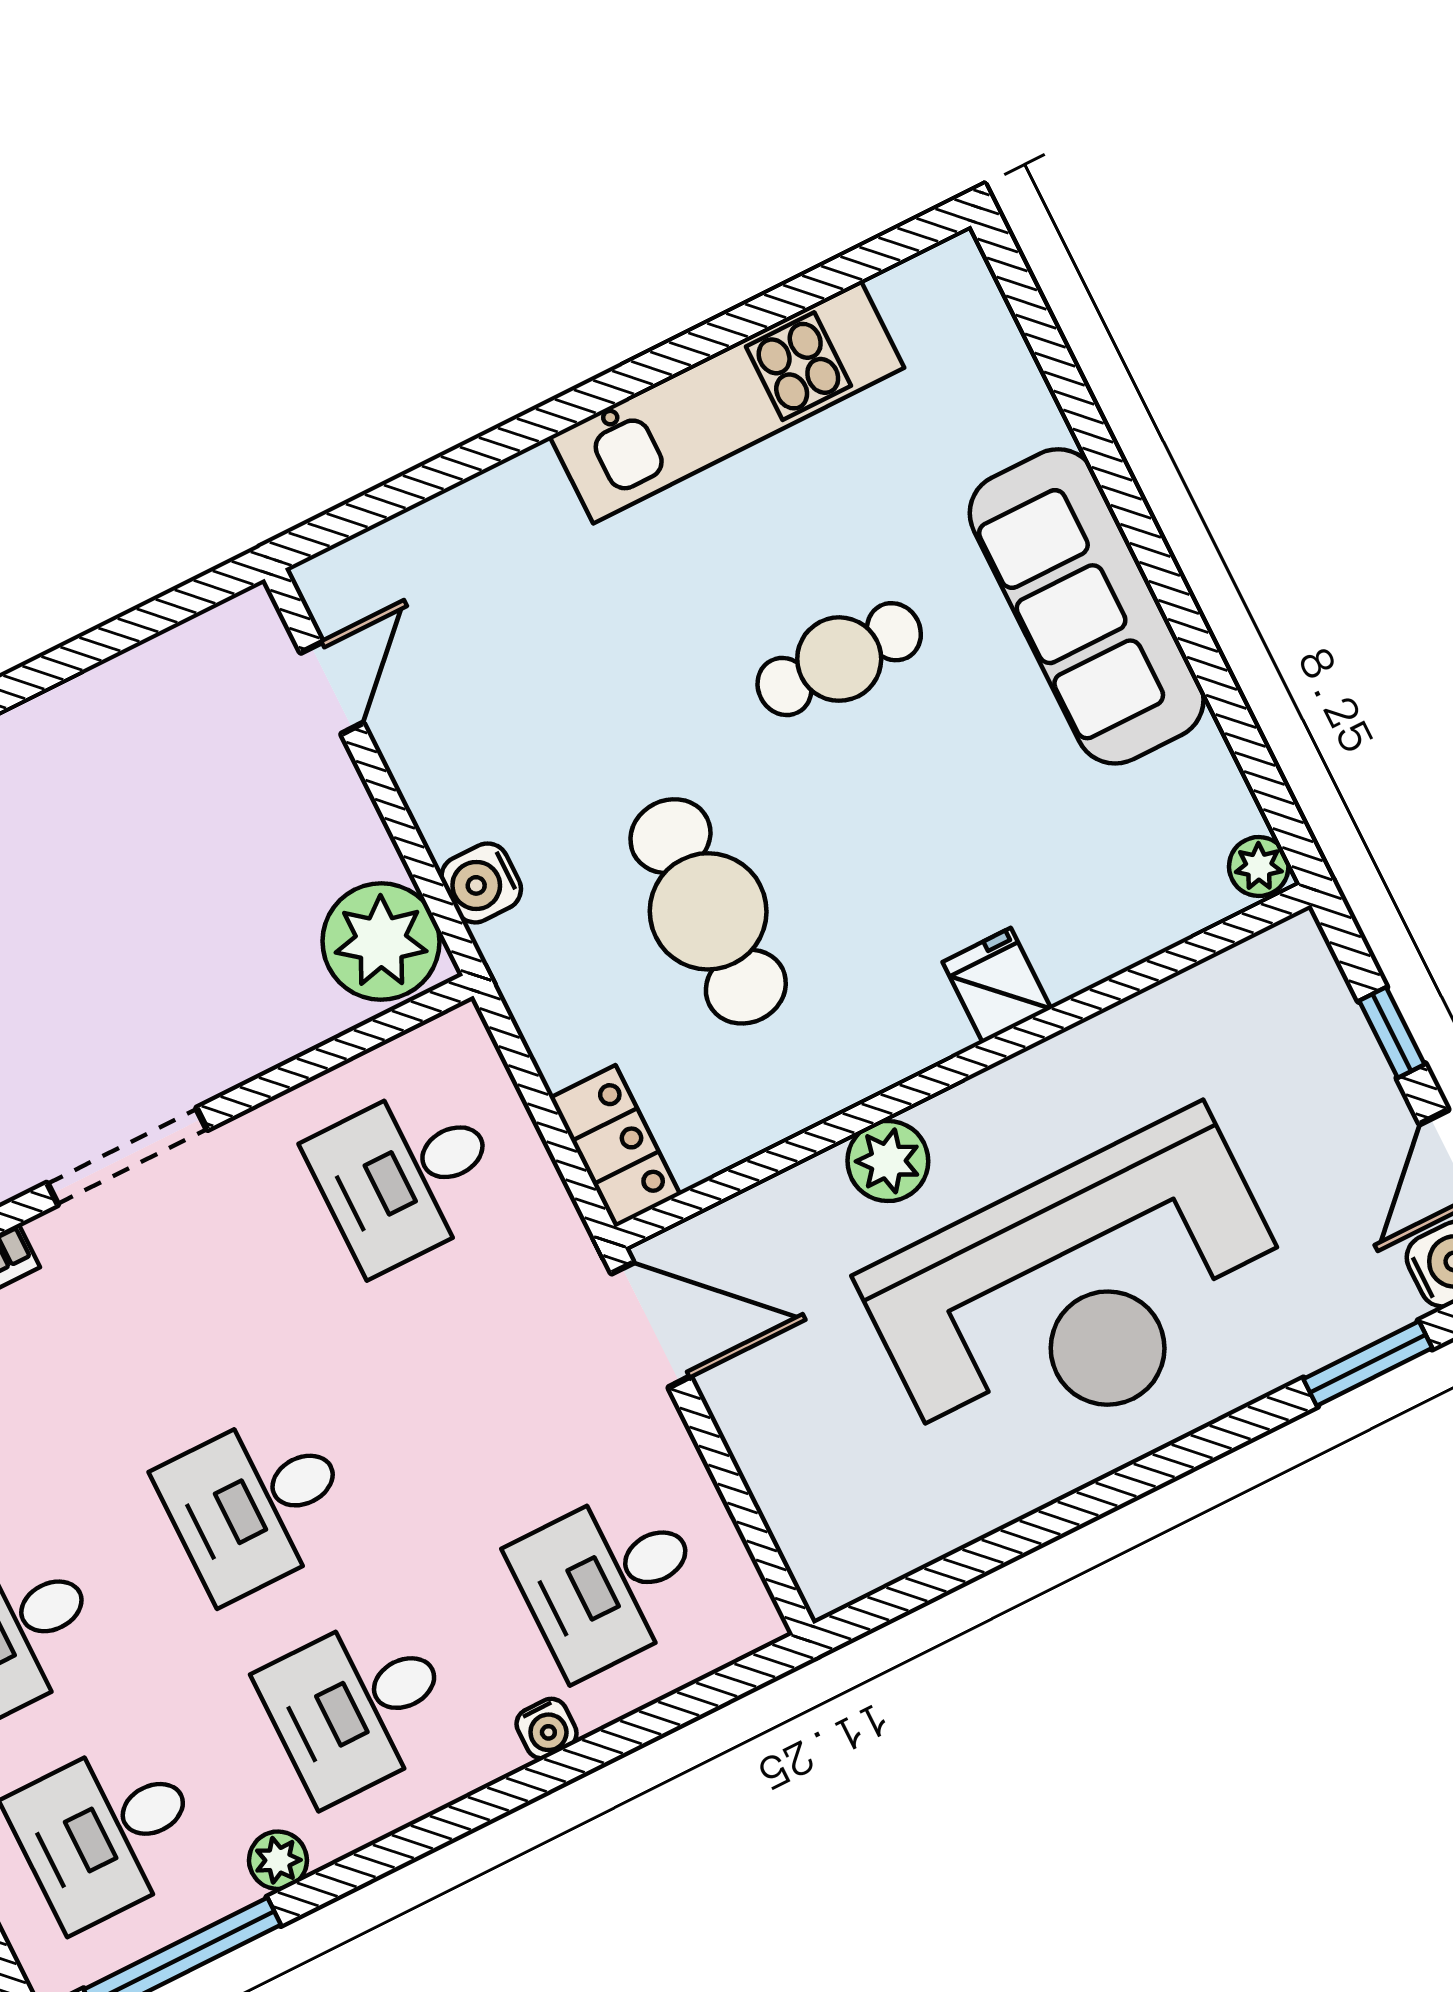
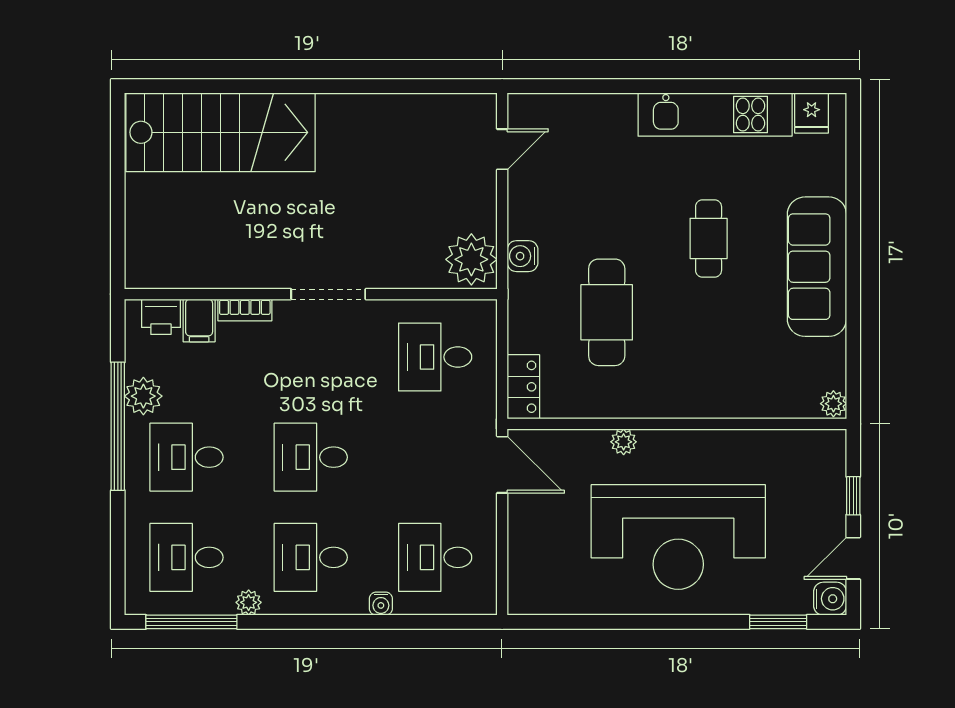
cafe table: (839, 659) -> (709, 238), turned 90
fridge: (997, 985) -> (812, 113), moved, turned 180
plant: (888, 1161) -> (624, 442), width x0.73, depth x0.73

